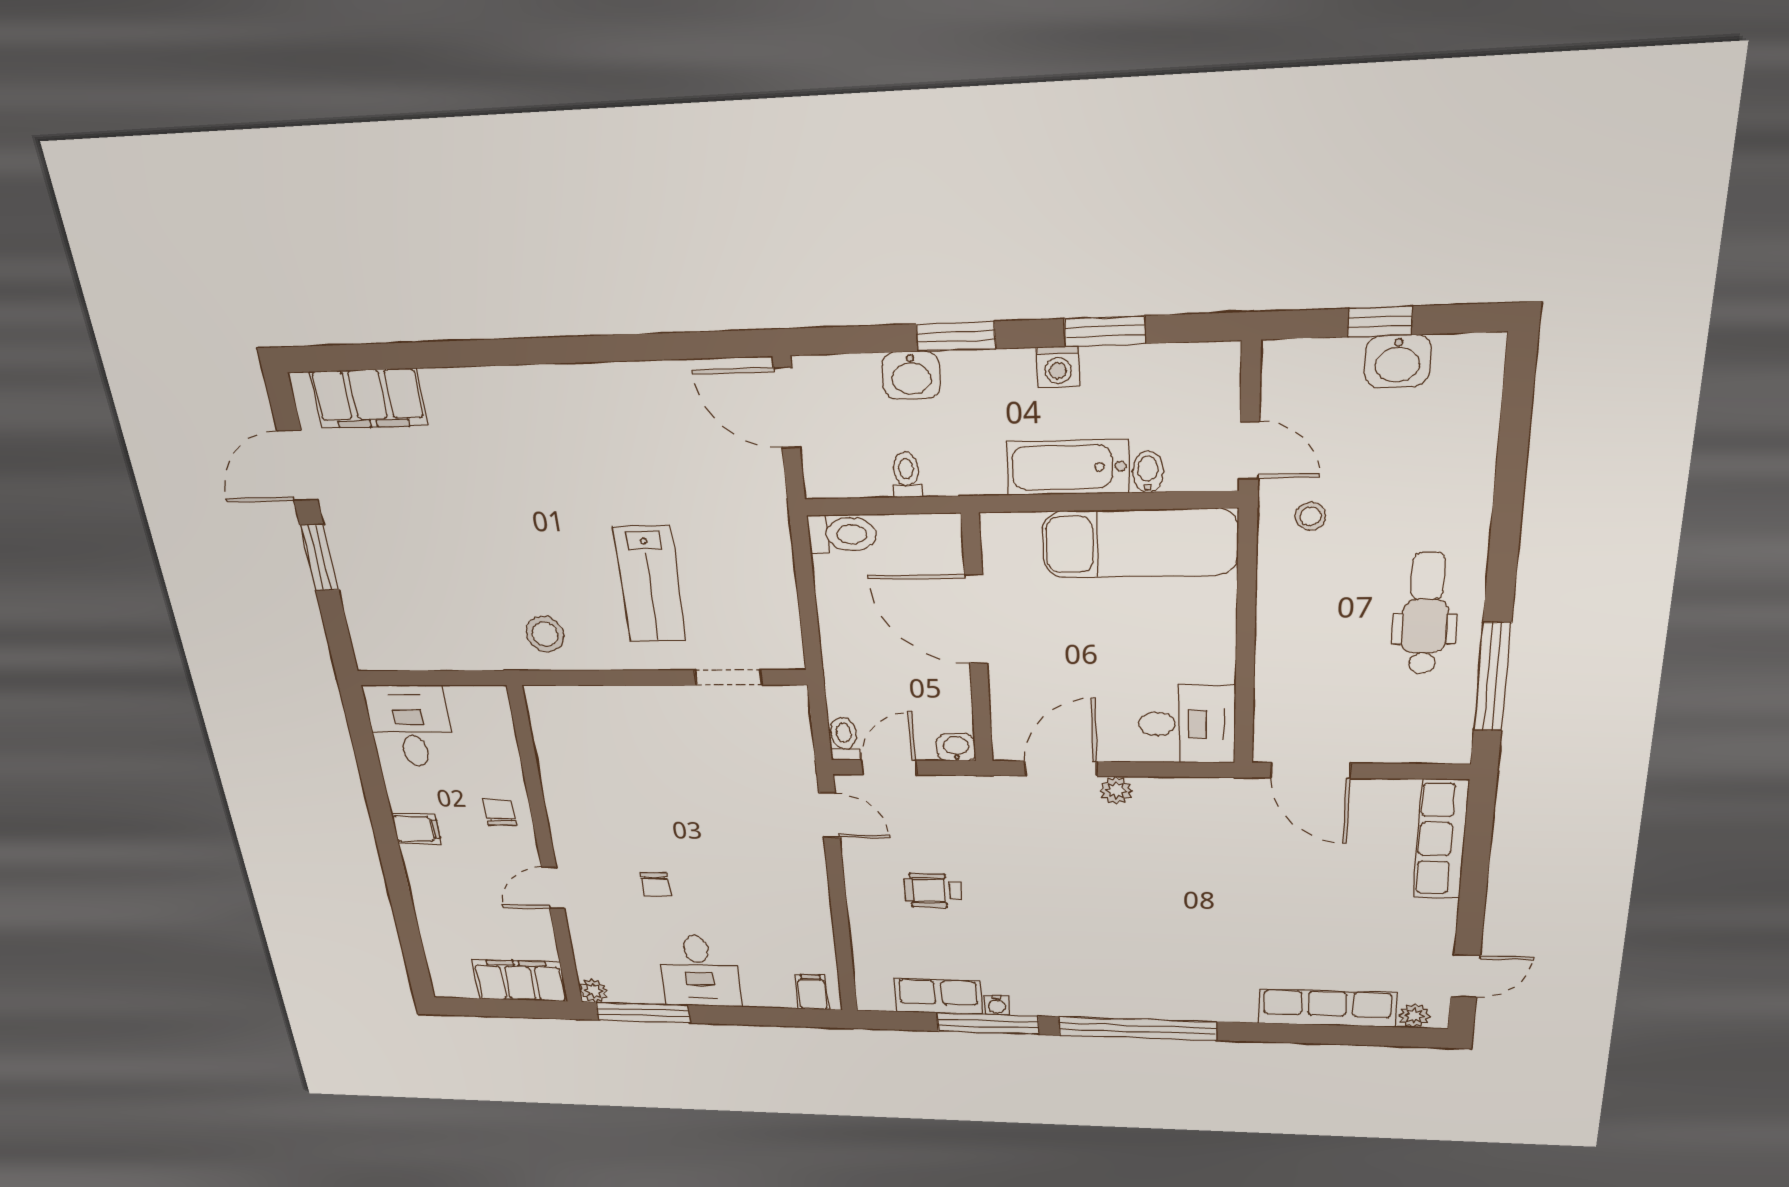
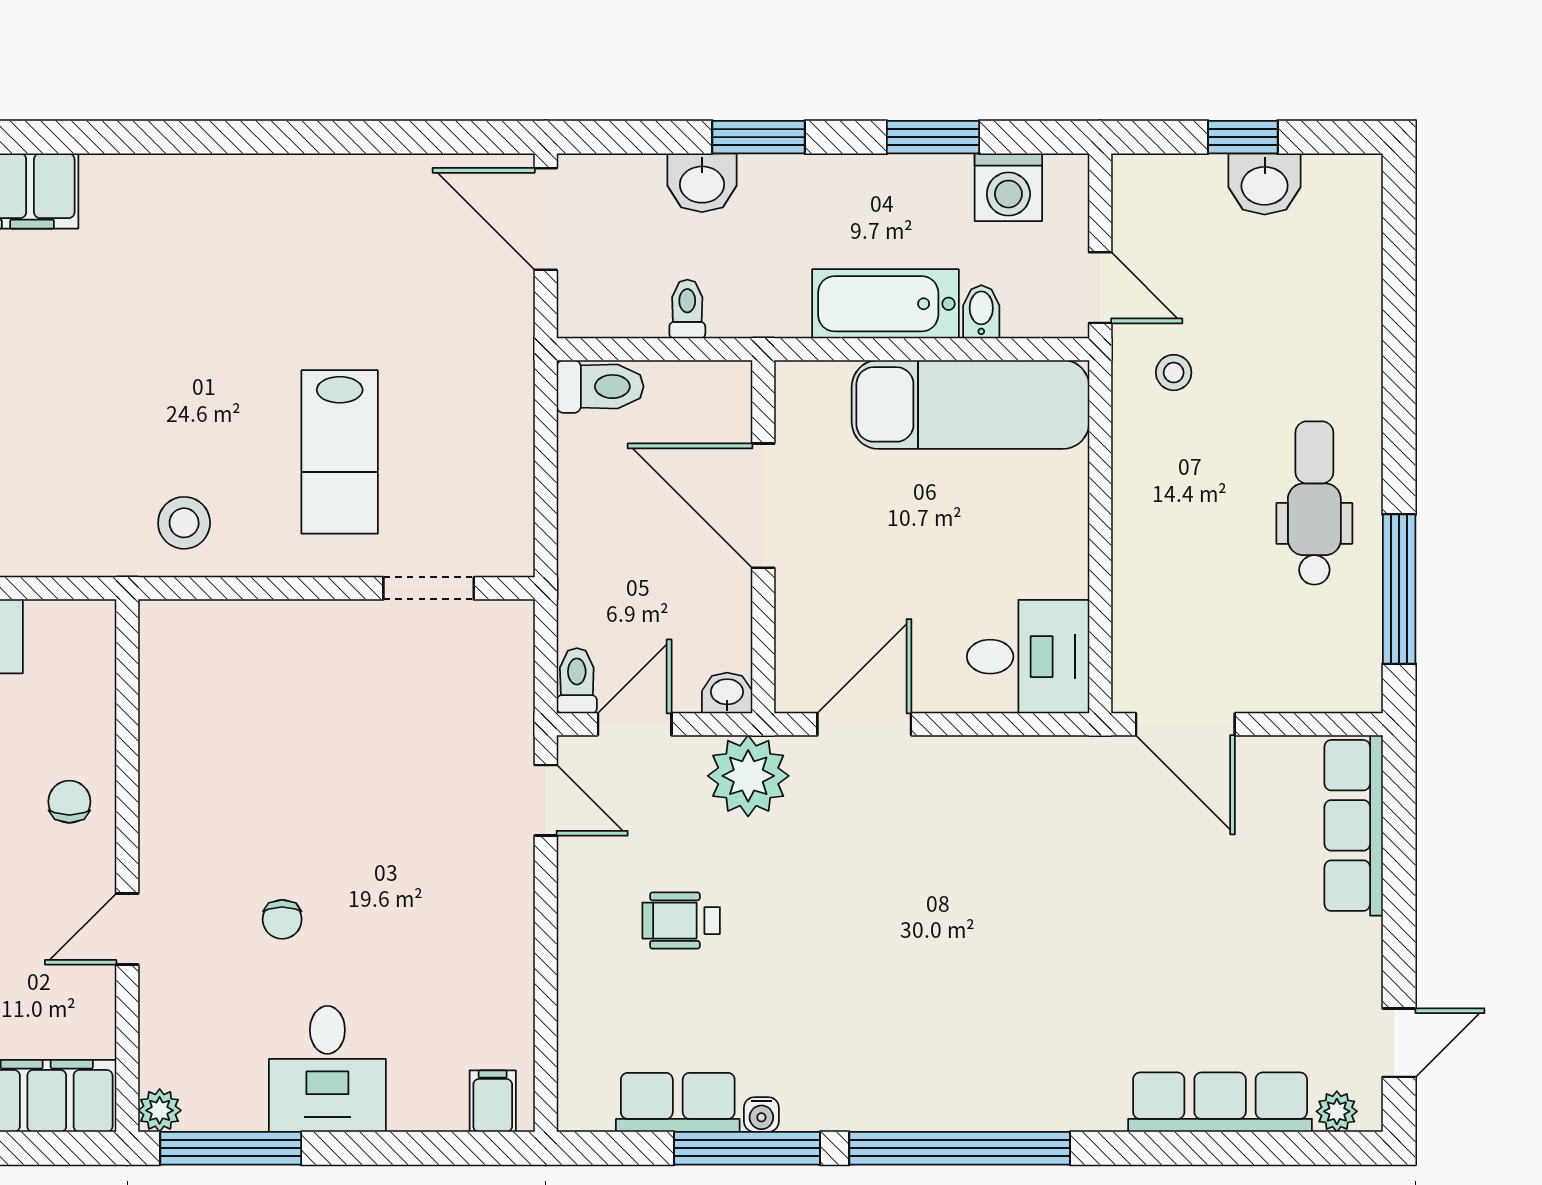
washing machine: (1058, 367) -> (1008, 187), moved, width x1.38, depth x1.38
plant: (1116, 790) -> (748, 776), moved, width x1.88, depth x1.88

